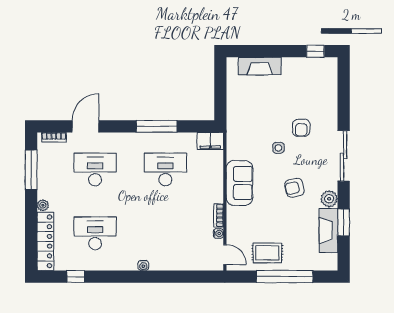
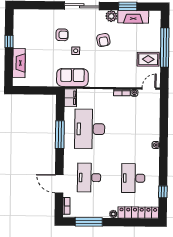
window: (315, 51) -> (9, 42), moved
desk: (165, 169) -> (90, 129), width x1.36, depth x1.30
sofa: (239, 183) -> (72, 78), moved
rug: (267, 253) -> (148, 59), turned 90

